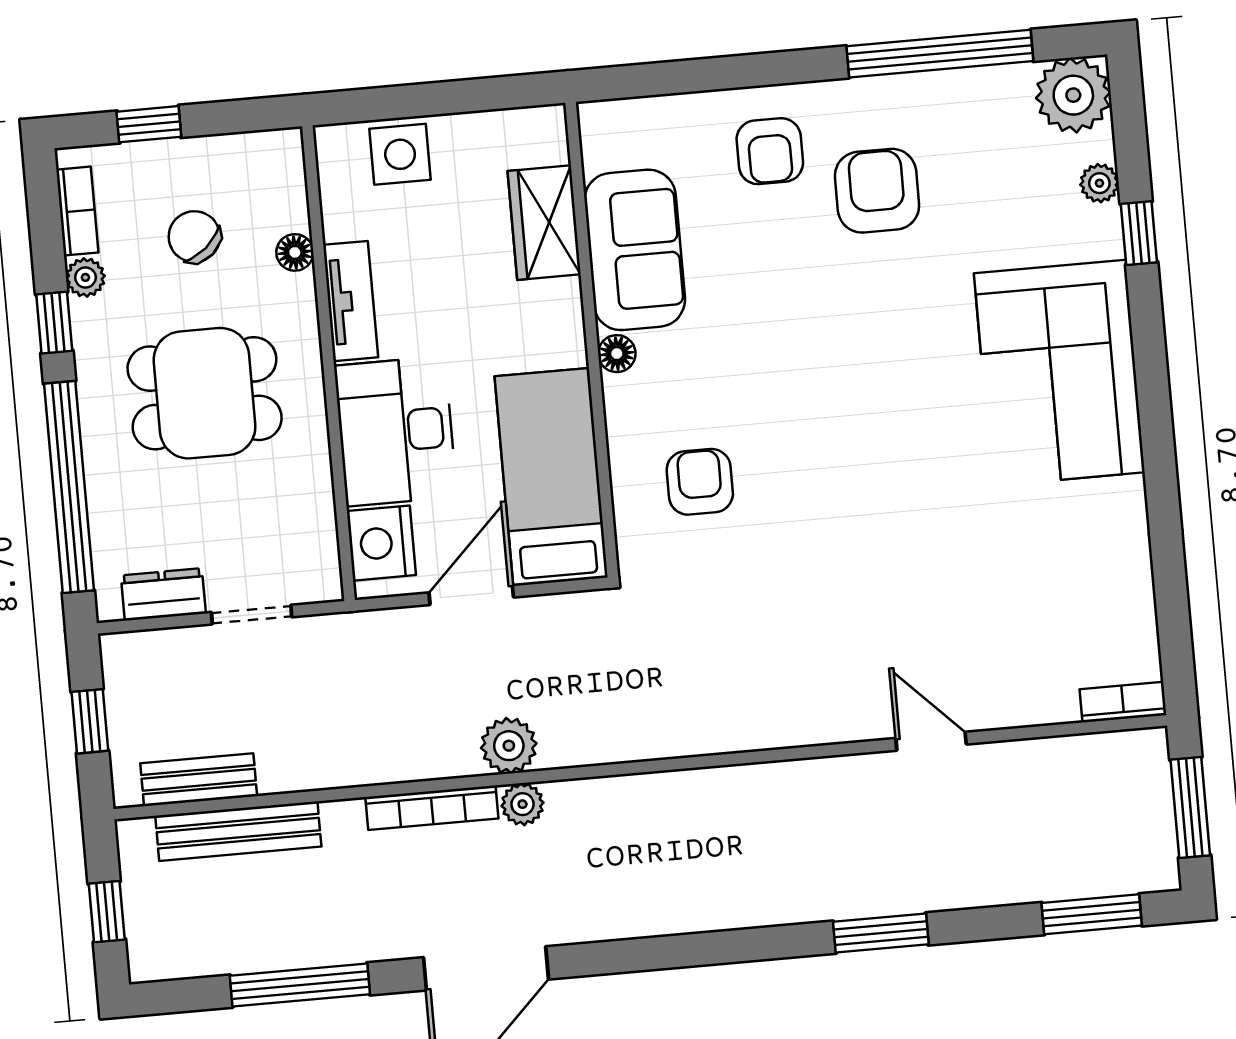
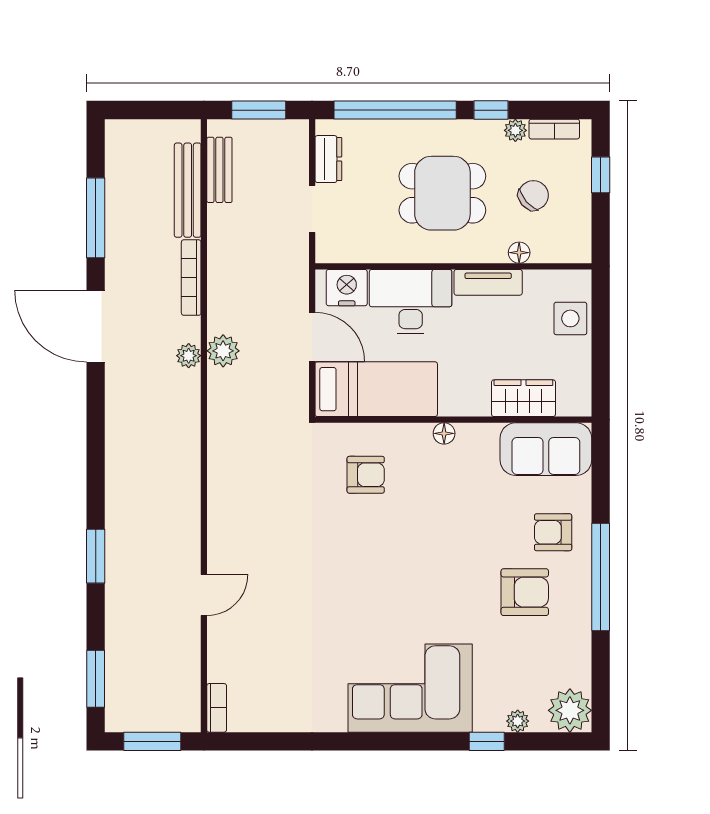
window: (940, 54) -> (601, 577), moved
sofa: (635, 250) -> (546, 449), moved
dining table: (205, 393) -> (442, 193), turned 90
window: (90, 721) -> (259, 110), width x1.50
bookcase: (432, 808) -> (191, 278), moved
window: (107, 912) -> (148, 110), removed

